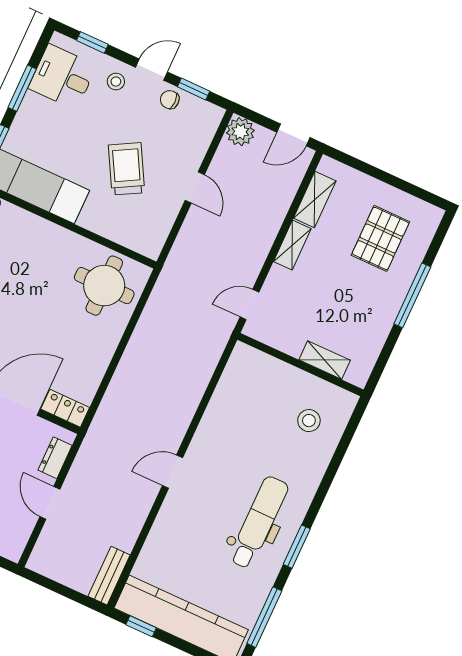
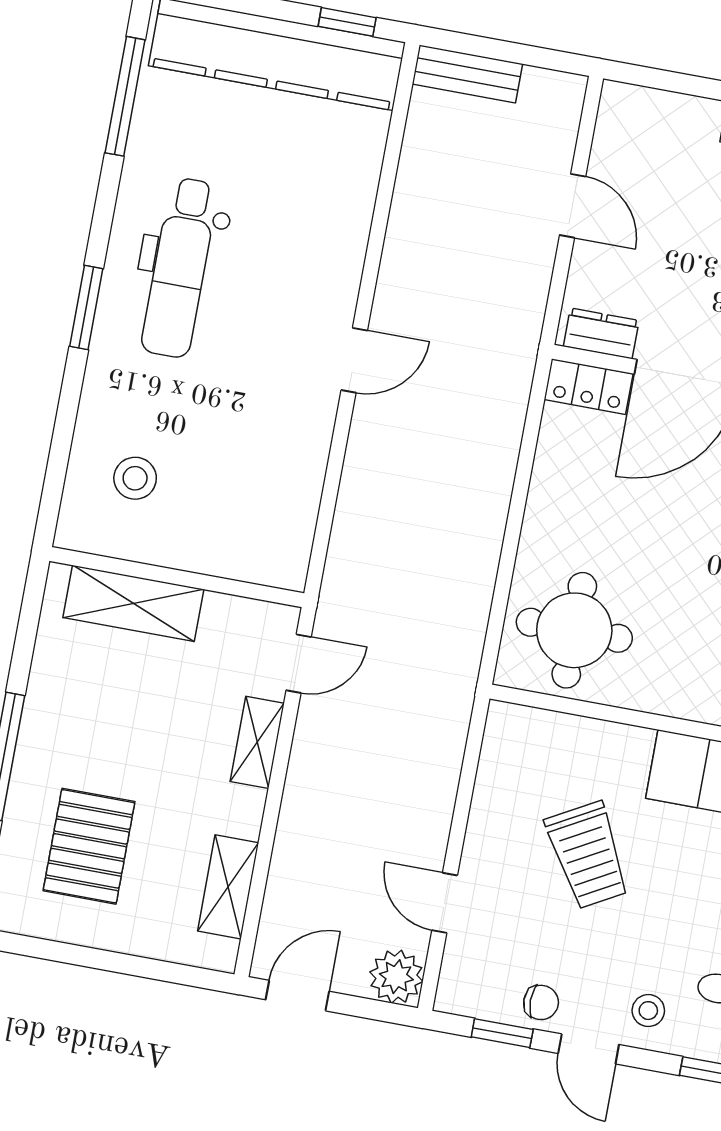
door: (152, 70) -> (589, 1049), hinge flipped
door: (195, 187) -> (445, 903), moved
shelving: (292, 245) -> (257, 742), moved
shelving: (325, 360) -> (133, 603), width x1.50, depth x1.33
dresser: (55, 458) -> (601, 333), moved, turned -90
door: (173, 472) -> (354, 360), moved
window: (297, 547) -> (86, 307), moved
bench: (109, 576) -> (467, 74), moved, turned 90

